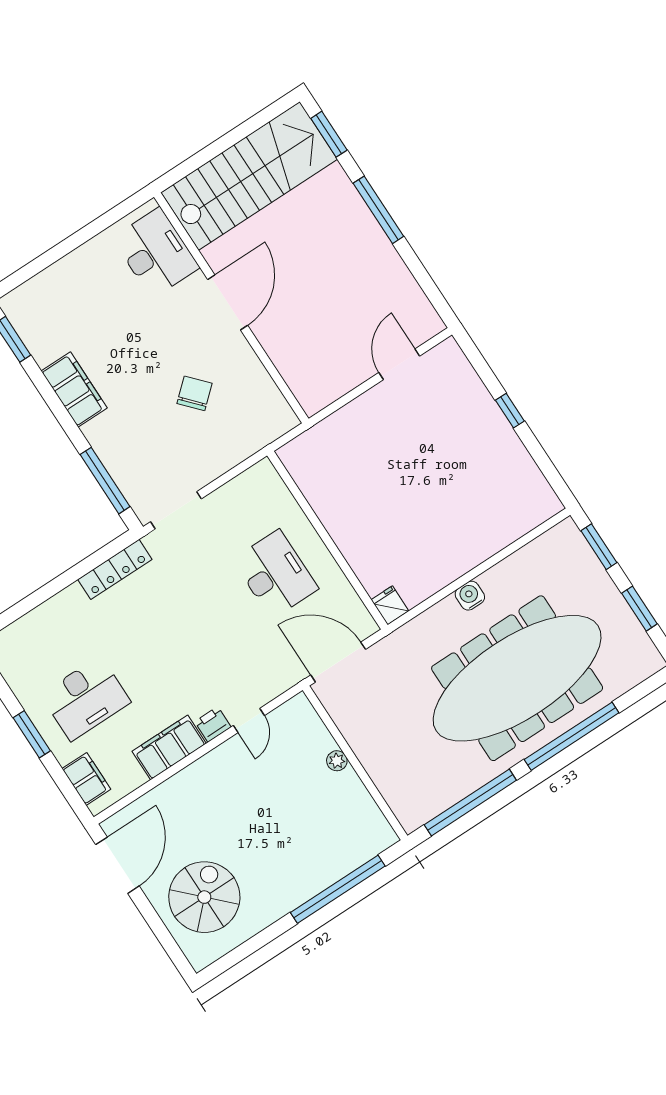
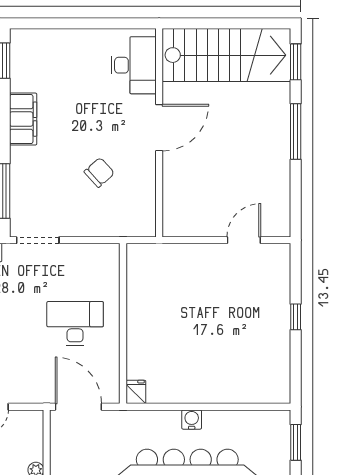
desk: (275, 574) -> (75, 323), turned -90

